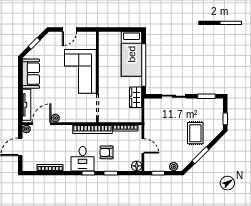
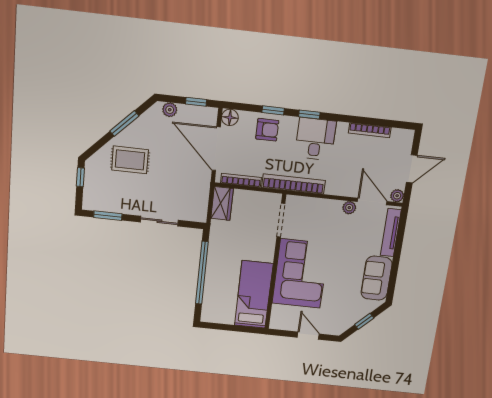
door: (69, 29) -> (308, 336), hinge flipped
bed: (132, 54) -> (254, 295), moved
wardrobe: (136, 97) -> (222, 203), moved
door: (42, 124) -> (372, 202), swing flipped
rug: (195, 133) -> (130, 160), turned 90
door: (143, 146) -> (216, 149), width x1.87
armchair: (106, 152) -> (267, 130), moved

